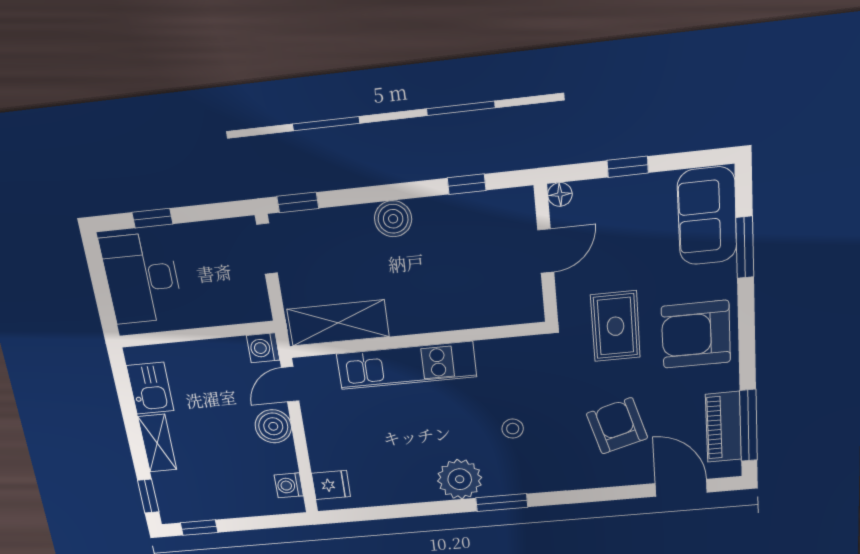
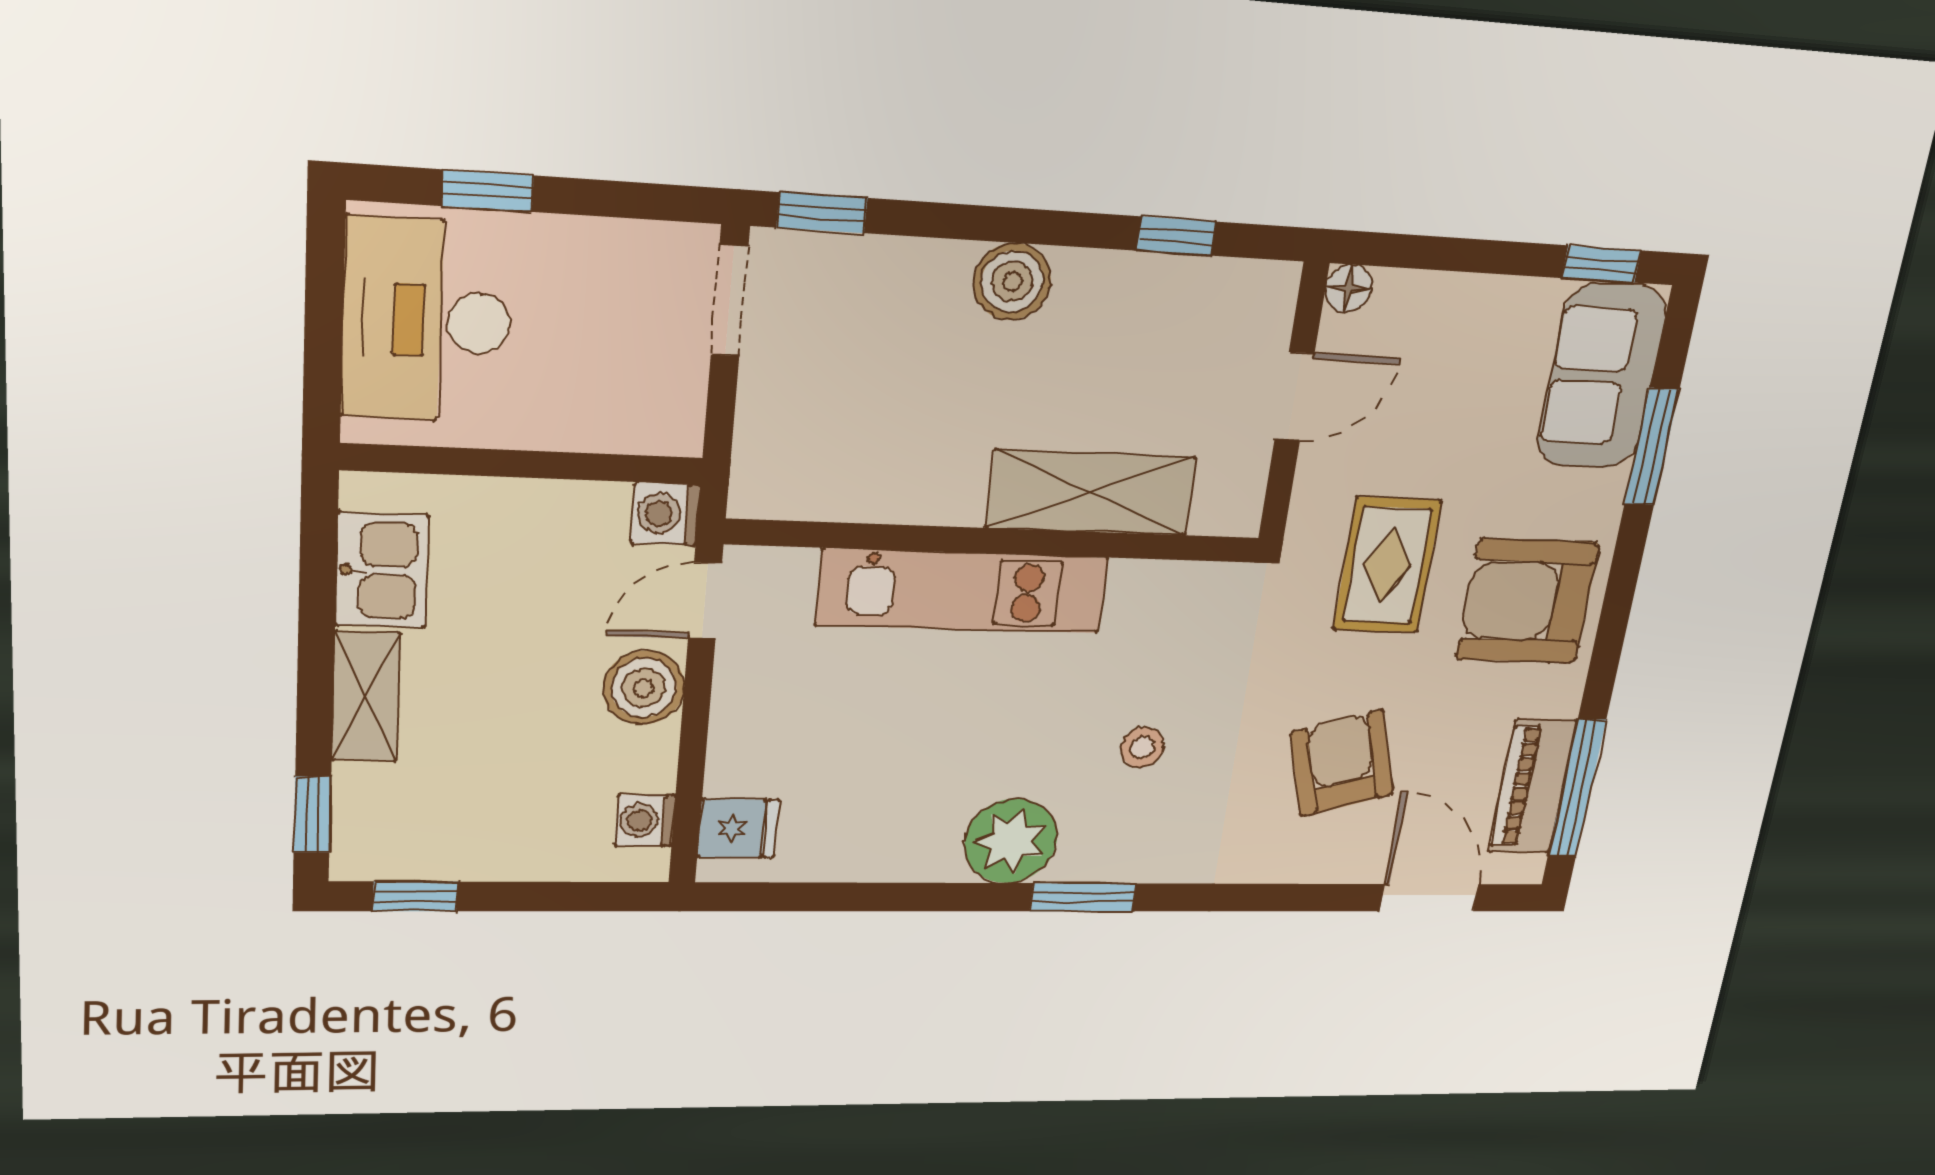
window: (628, 167) -> (1601, 264), moved
shelving: (338, 323) -> (1091, 493), moved

